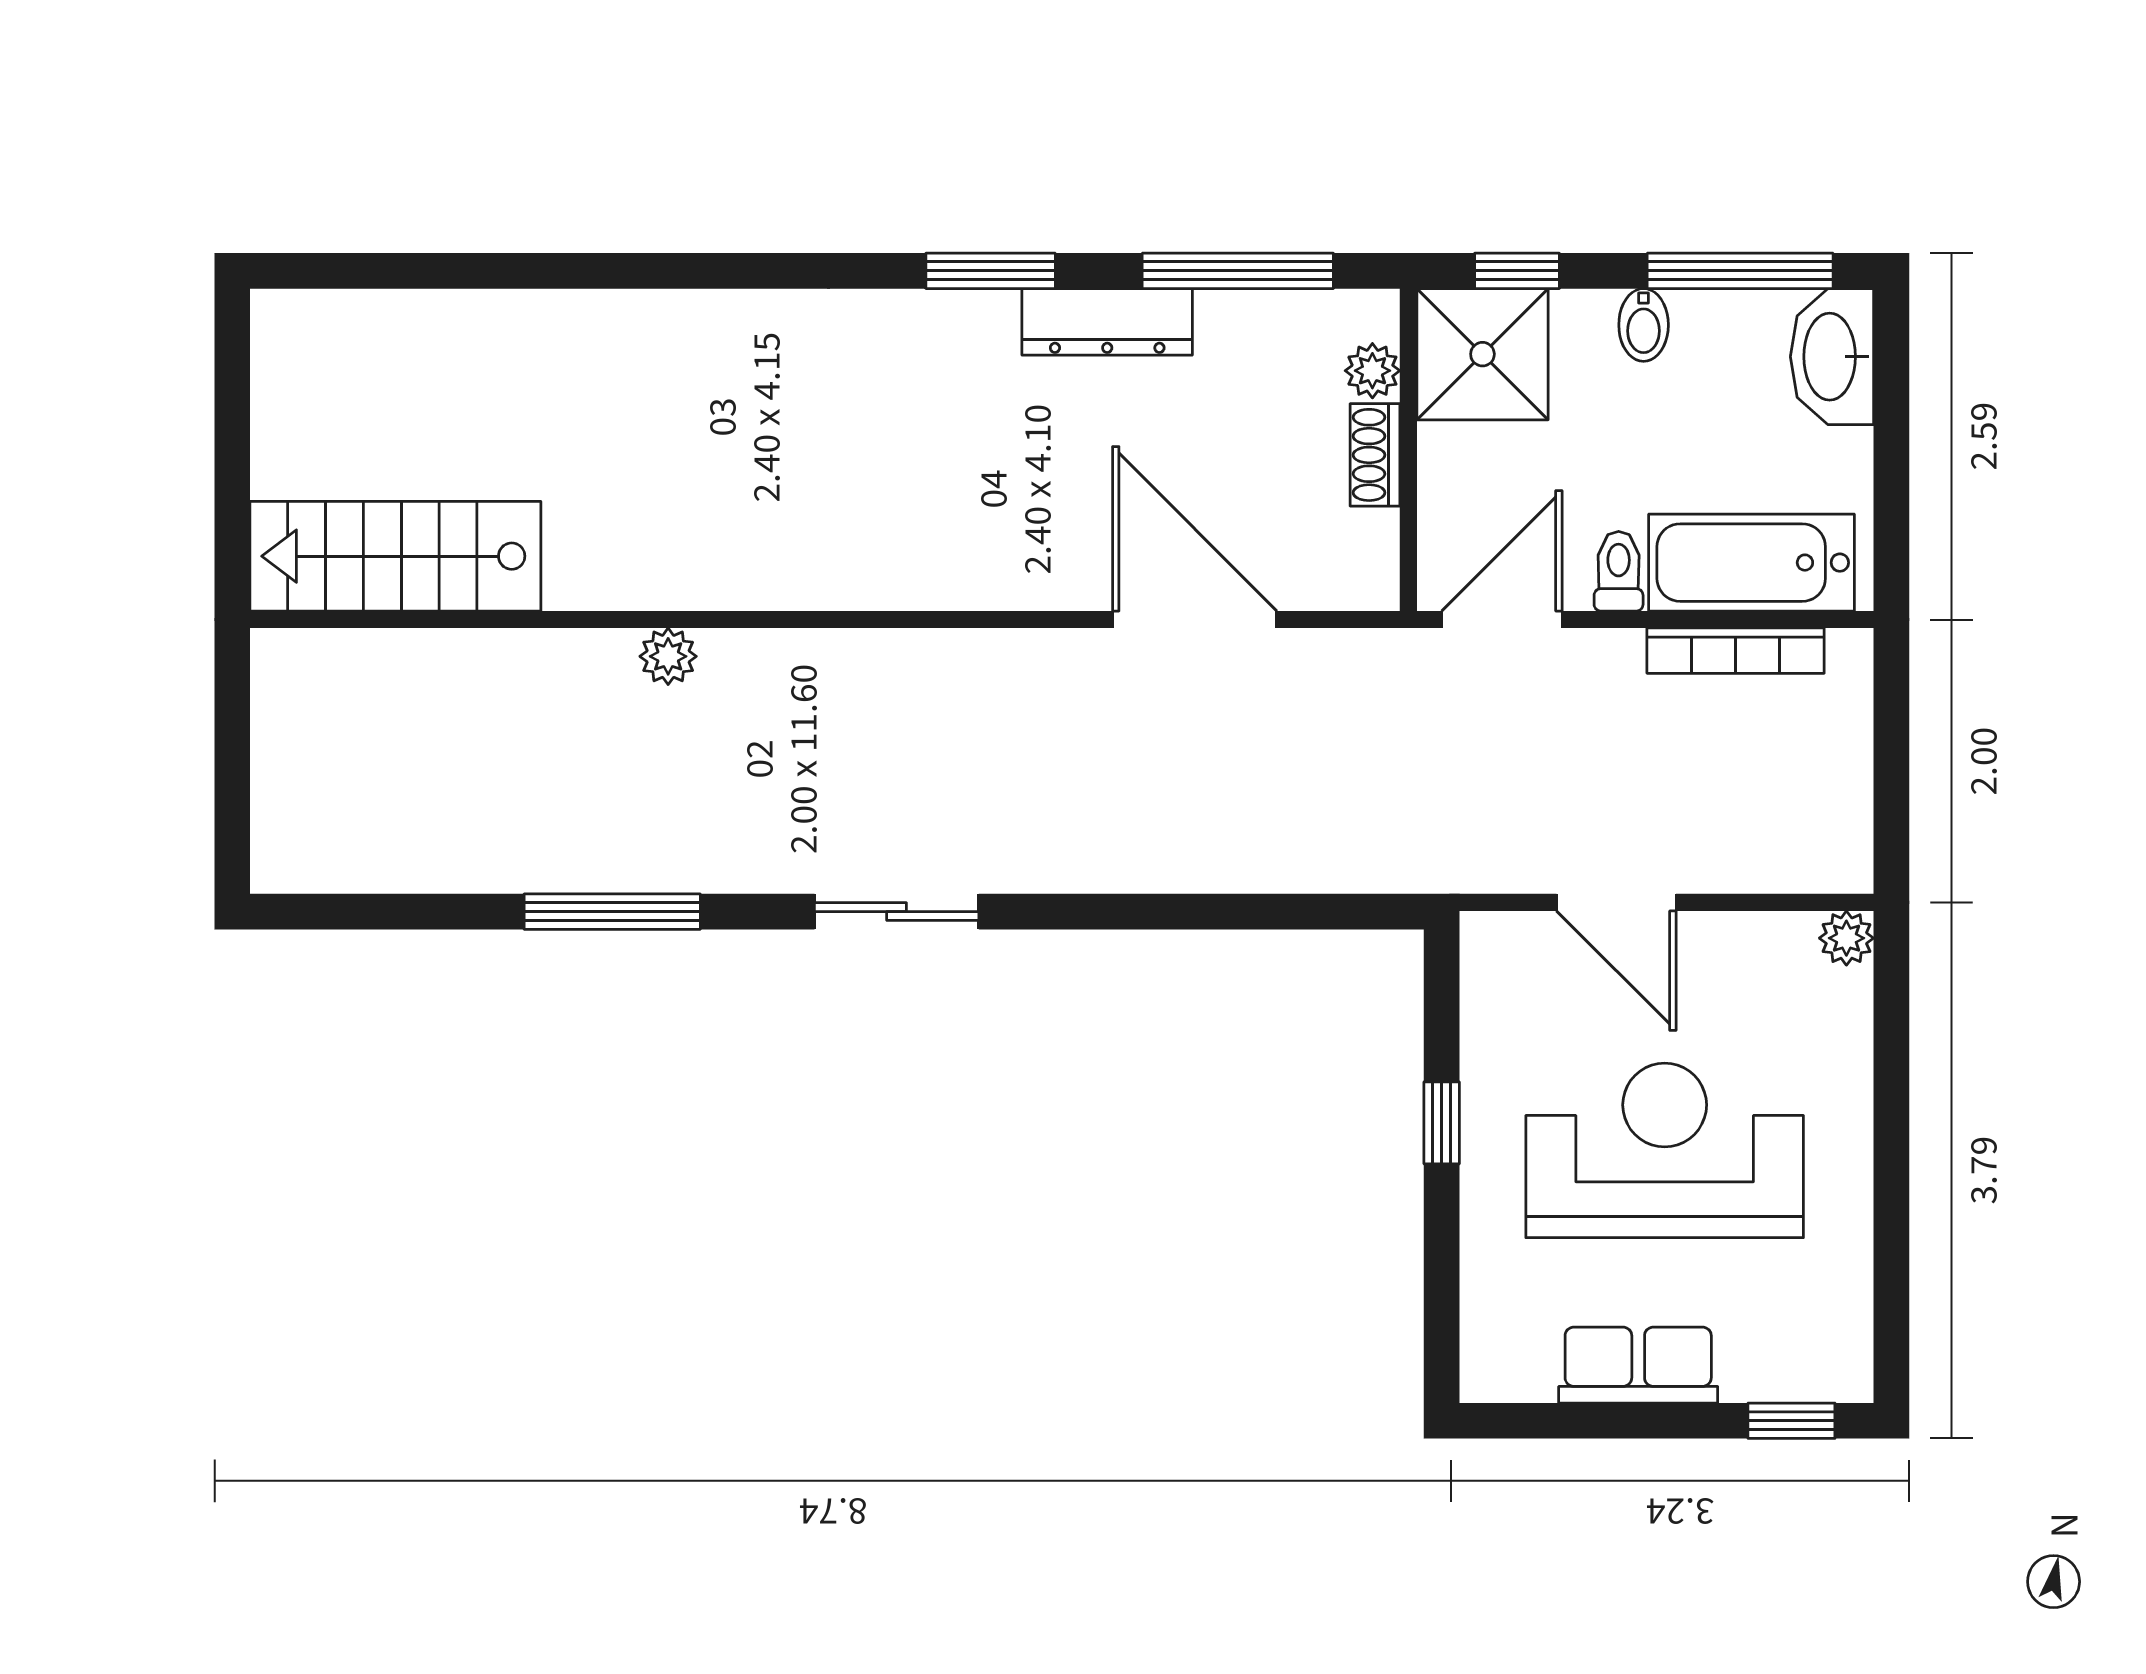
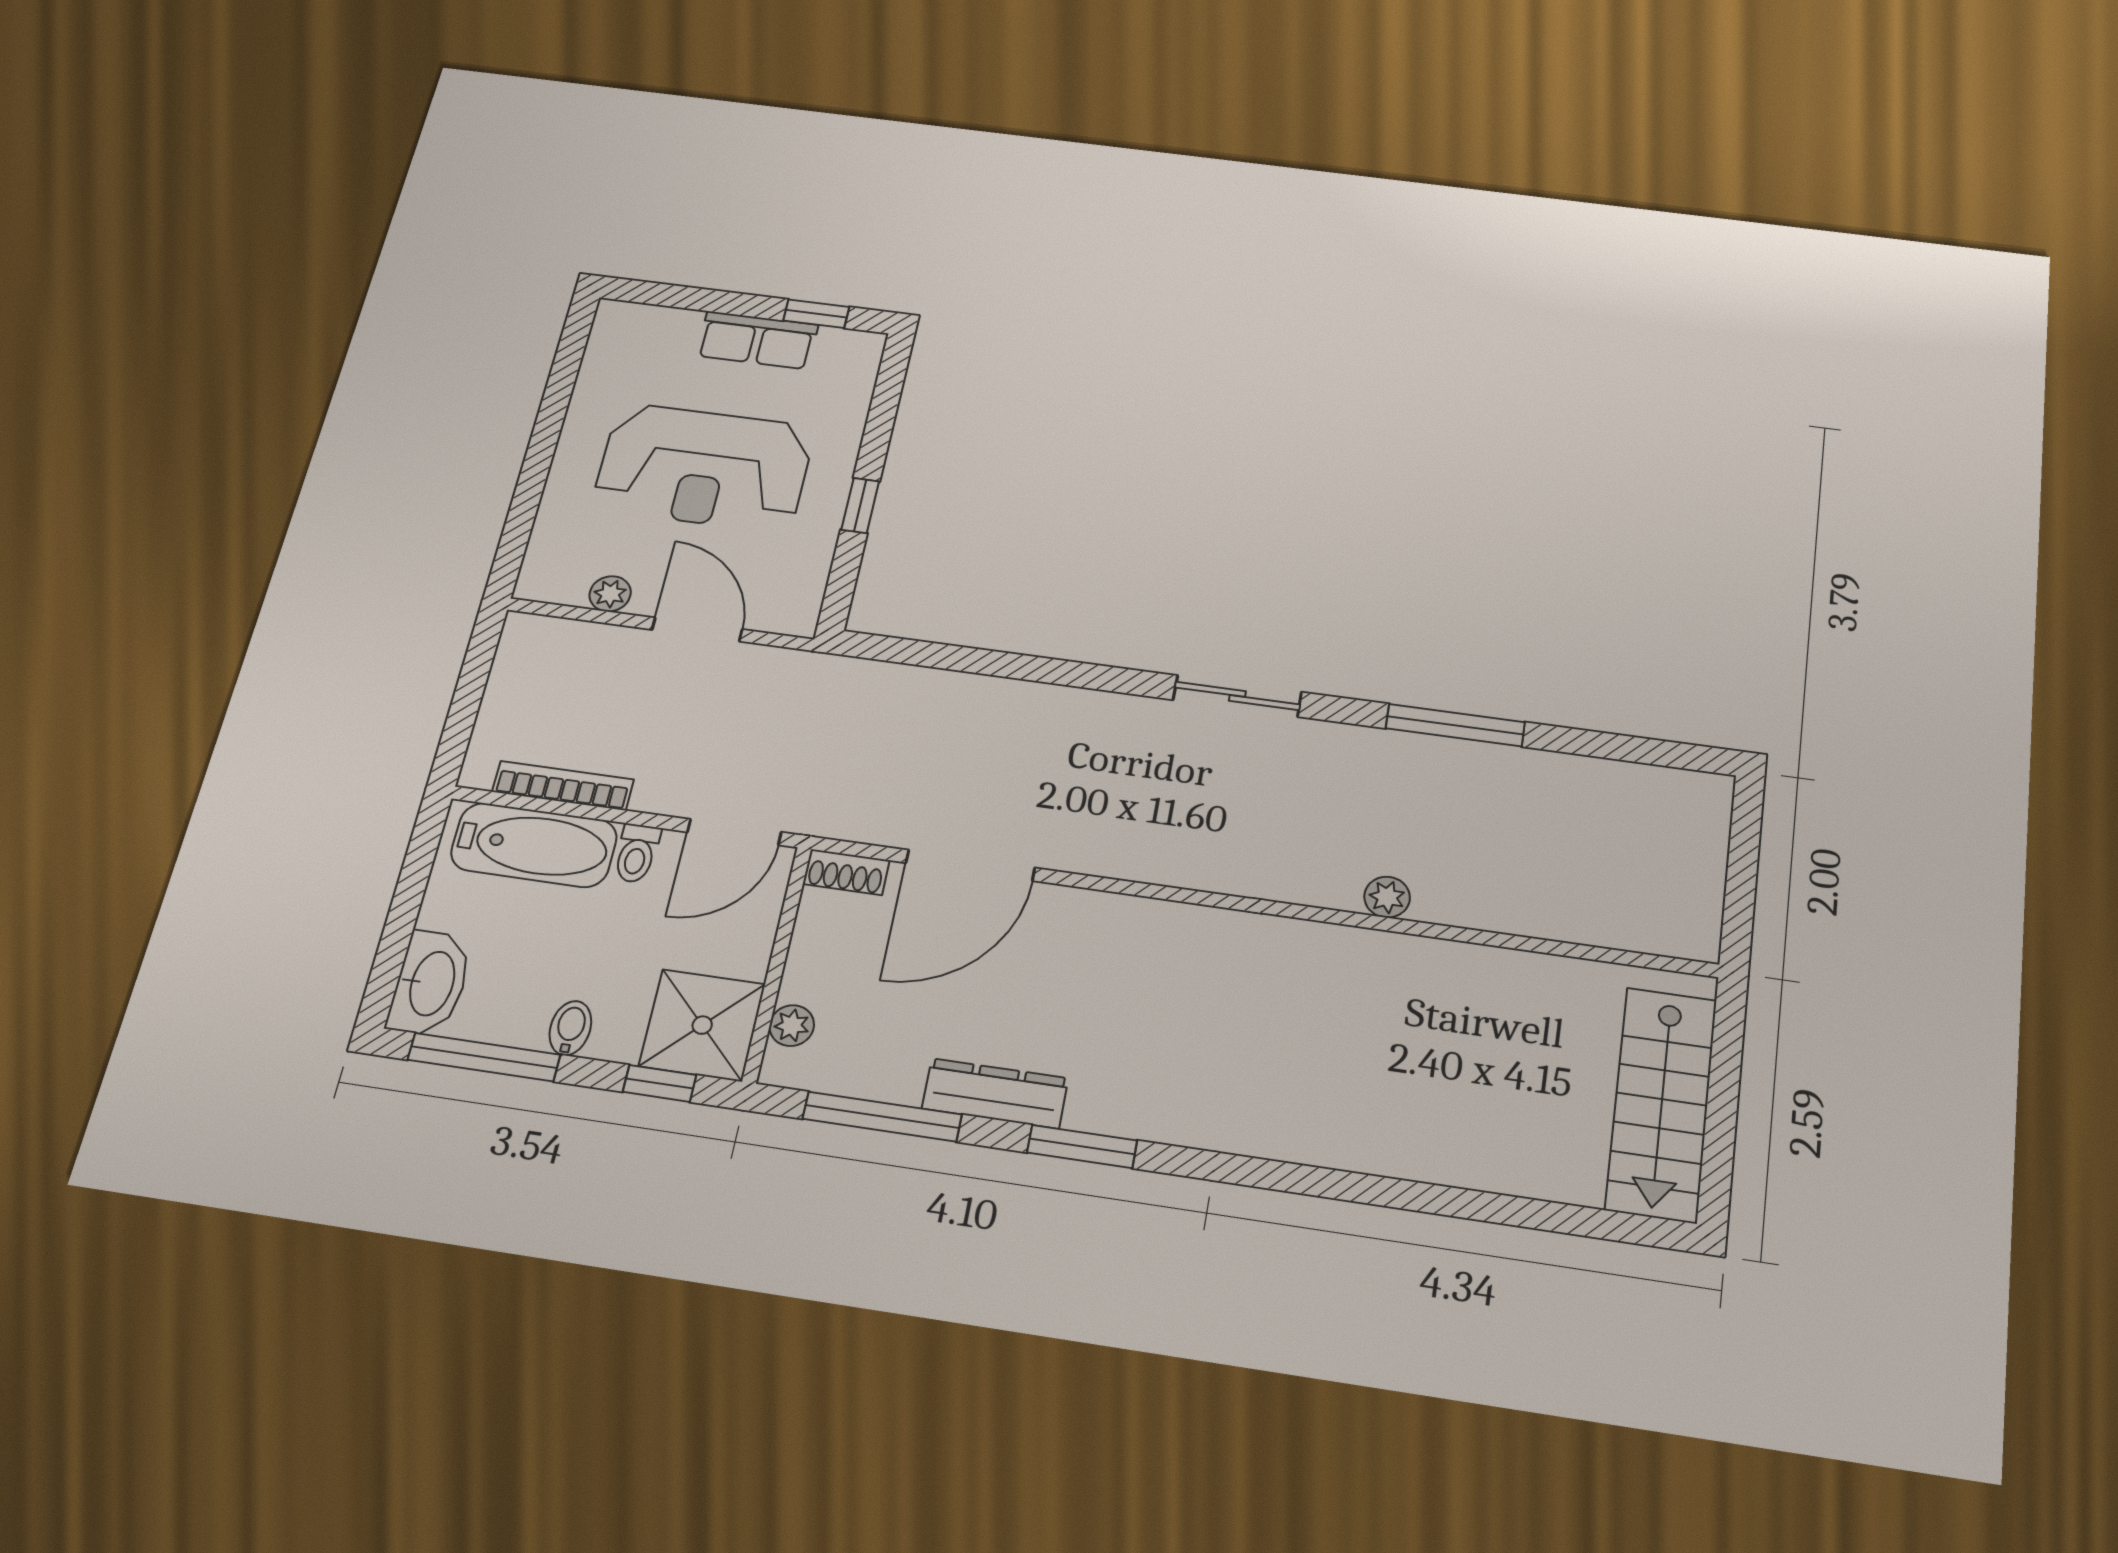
shoe rack: (1375, 455) -> (846, 872), moved, turned 90
stairs: (395, 556) -> (1661, 1104), moved, turned 90
door: (1195, 620) -> (970, 865), hinge flipped
plant: (1846, 938) -> (610, 594), moved
window: (1791, 1421) -> (816, 314), moved

